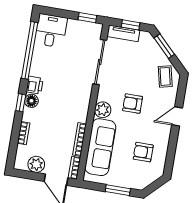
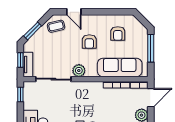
armchair: (133, 104) -> (89, 42), moved
plant: (103, 110) -> (79, 71), moved
door: (177, 116) -> (74, 12), moved
window: (118, 190) -> (151, 48), width x1.44

